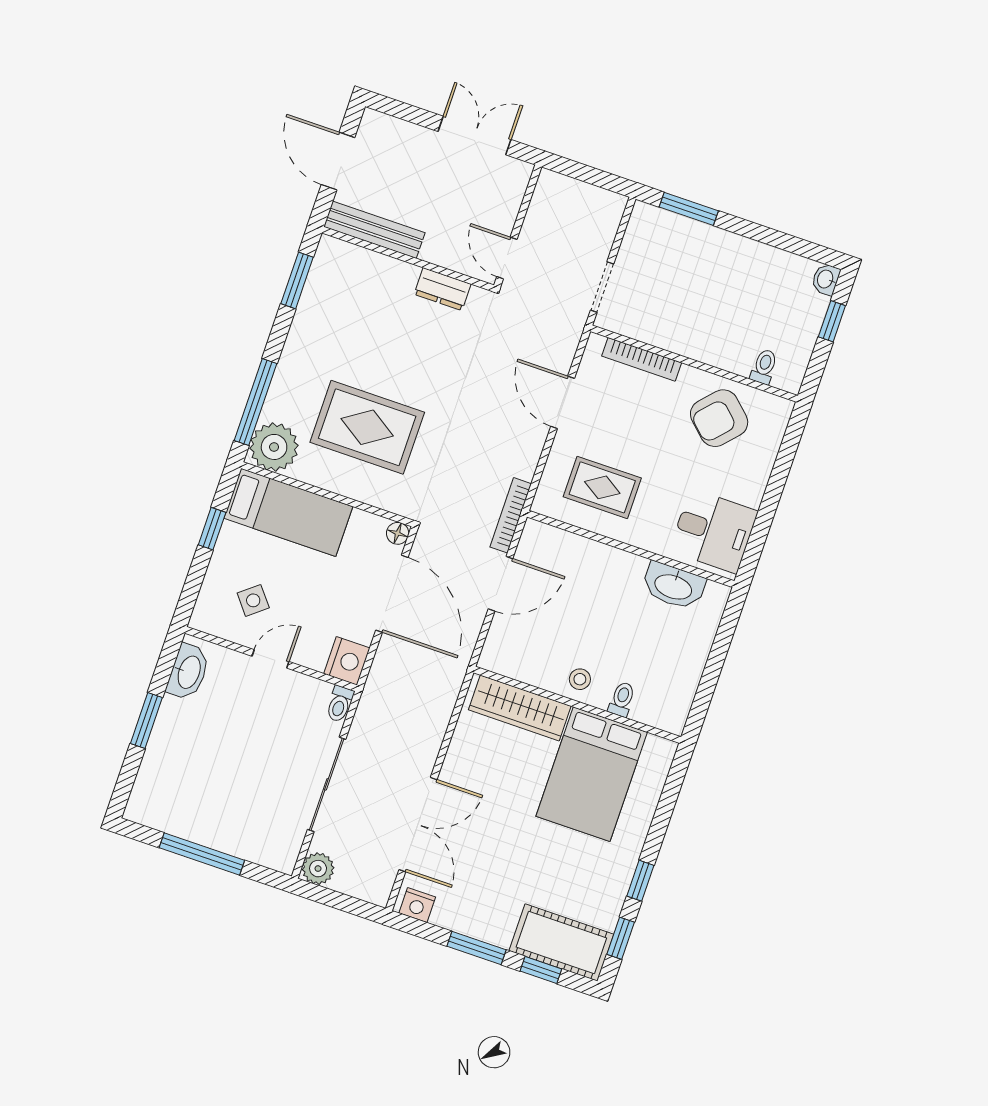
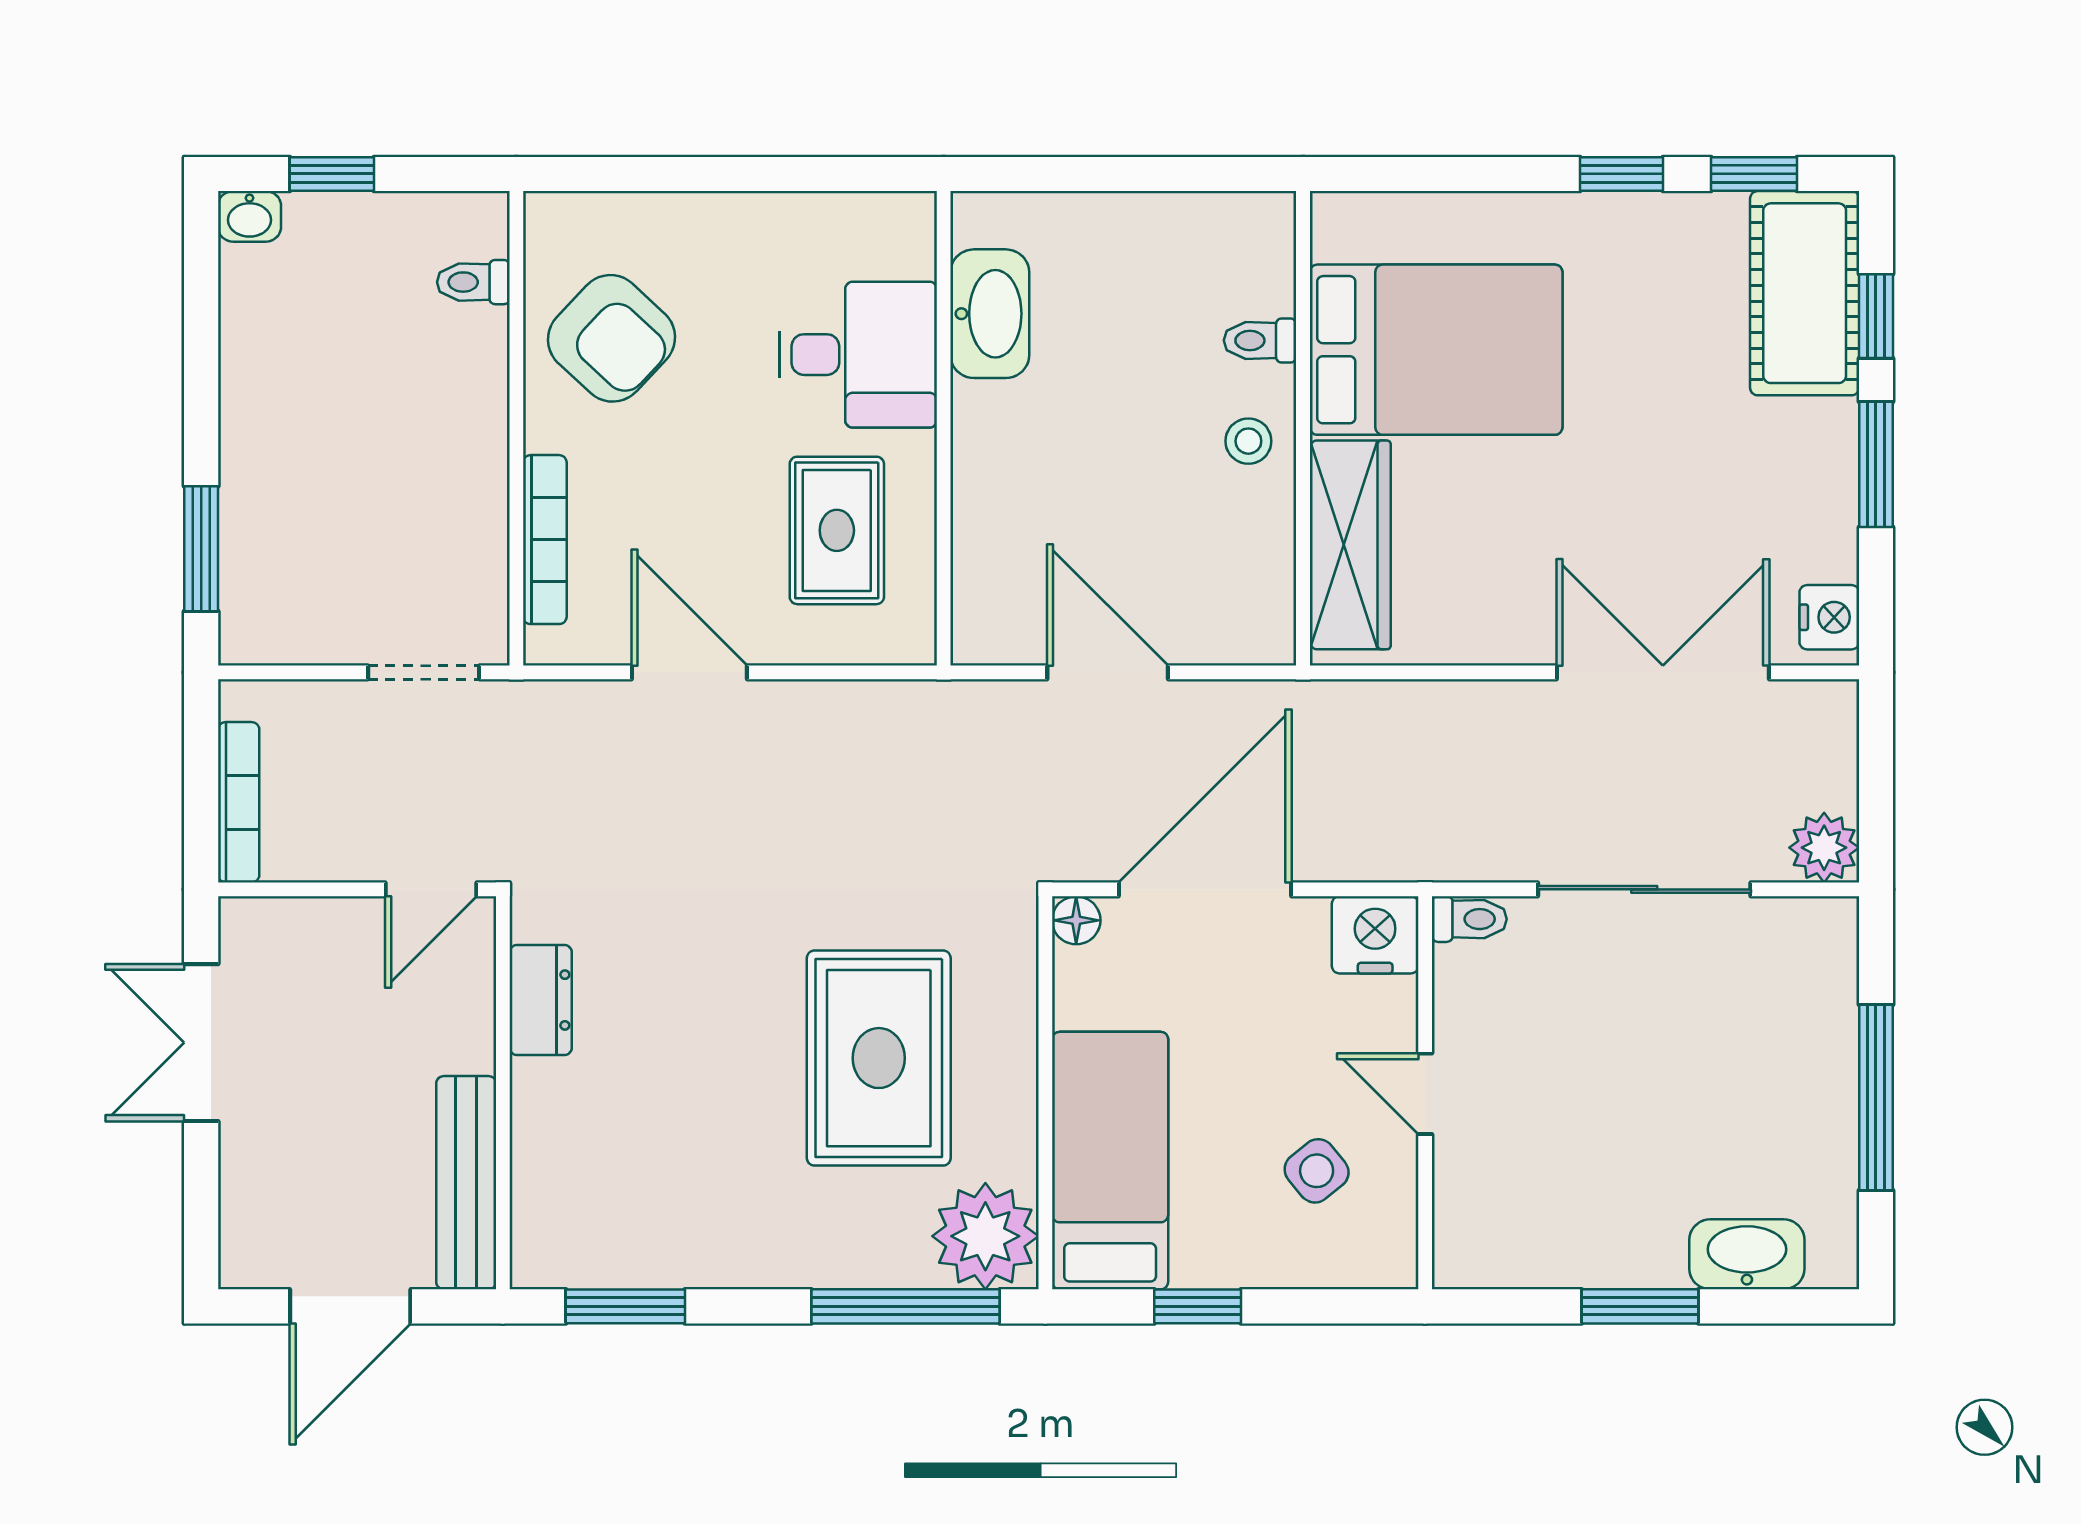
door: (563, 402) -> (689, 672), swing flipped
bookcase: (511, 515) -> (239, 802), moved, turned -90
desk: (714, 531) -> (858, 355), moved, turned 90
washbasin: (188, 672) -> (1747, 1254), moved

